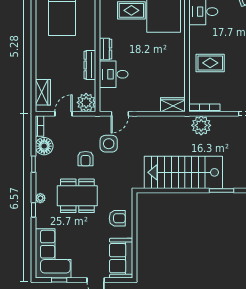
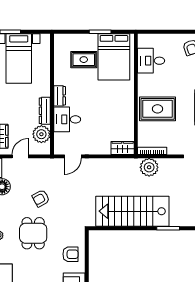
rug: (210, 63) -> (158, 109), width x1.36, depth x1.43
plant: (86, 102) -> (41, 134), moved
side table: (109, 144) -> (63, 184), removed
armchair: (86, 159) -> (41, 198), turned 61
dining table: (77, 196) -> (33, 233), width x0.73

